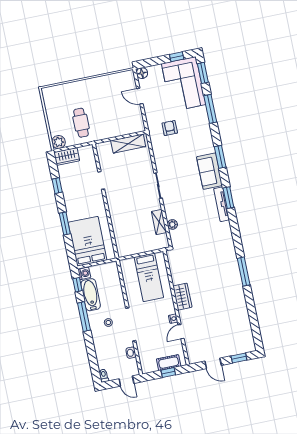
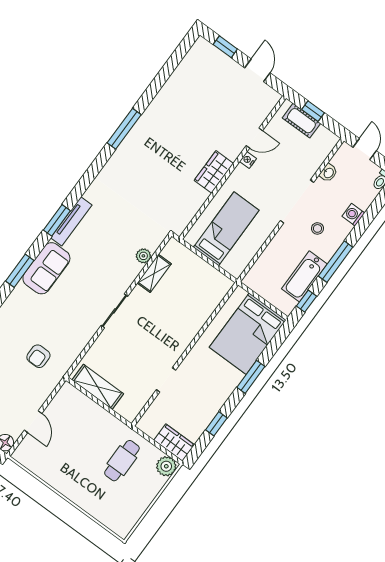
washing machine: (84, 273) -> (353, 215), moved

